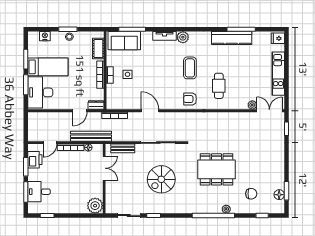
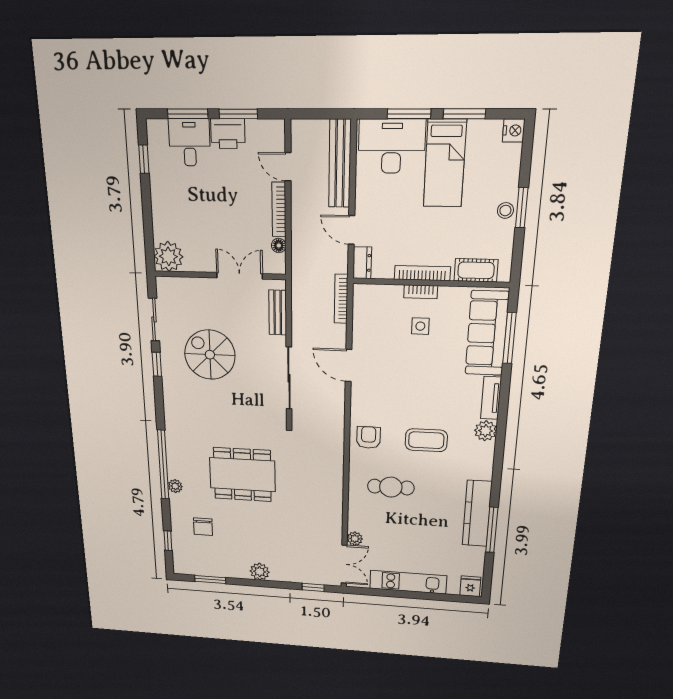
nightstand: (45, 36) -> (514, 130), moved
sofa: (124, 41) -> (487, 333), width x1.36
door: (150, 111) -> (348, 365), swing flipped
bench: (91, 136) -> (340, 164), moved
printer: (35, 160) -> (228, 134), moved
plant: (278, 161) -> (260, 572), added
double door: (104, 168) -> (240, 276), swing flipped
dining table: (216, 169) -> (242, 475), turned 90
spiral stairs: (161, 179) -> (210, 355), moved
floor lamp: (279, 195) -> (203, 569), removed

